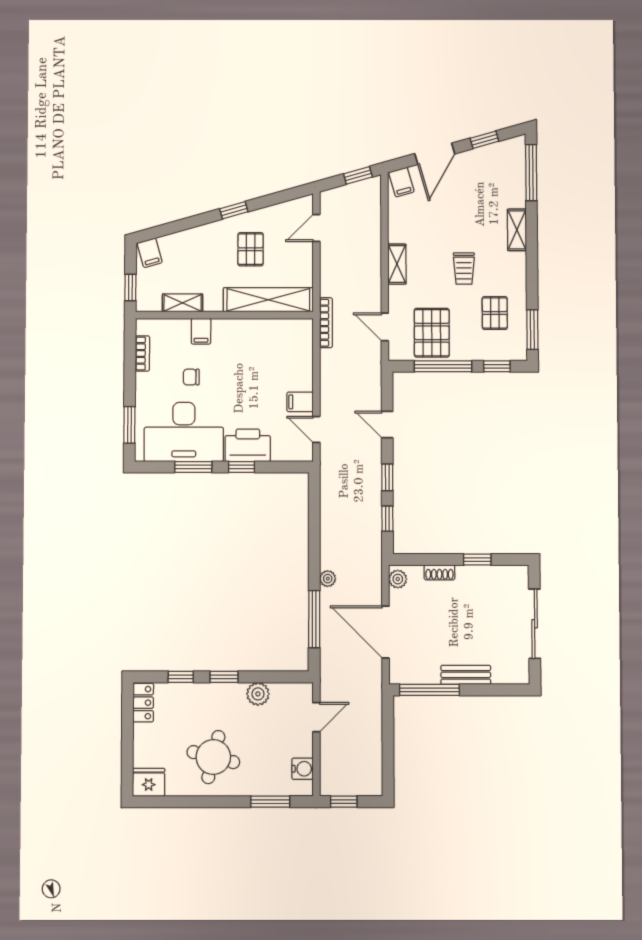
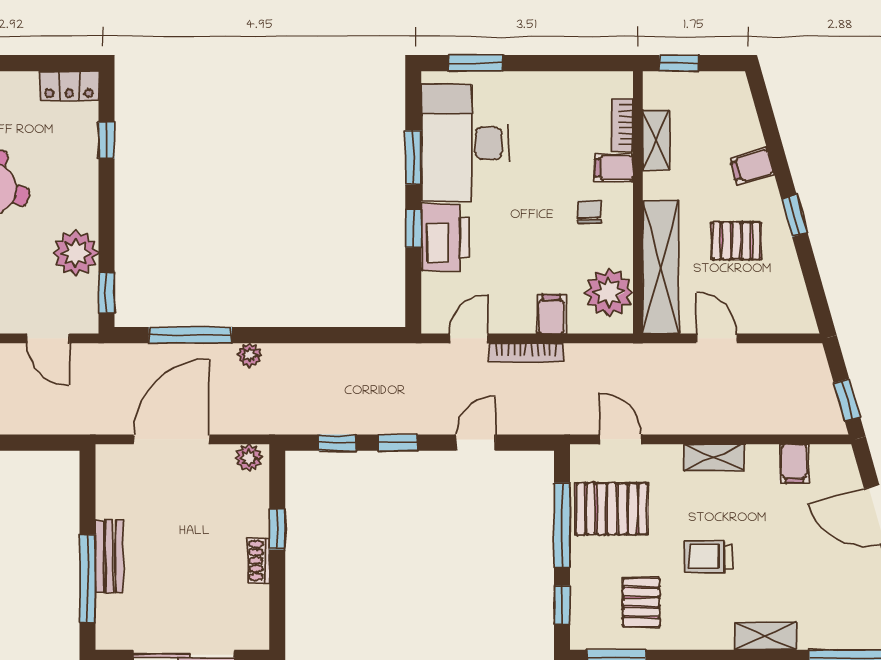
filing cabinet: (401, 182) -> (794, 464), moved, turned -74
door: (316, 228) -> (717, 338), moved
filing cabinet: (150, 253) -> (752, 166), moved
pallet: (495, 313) -> (641, 602), turned 90
bookcase: (326, 323) -> (526, 352), moved
door: (385, 327) -> (620, 439), hinge flipped
plant: (285, 335) -> (609, 292), added
bookcase: (142, 353) -> (623, 125), moved, turned 90
chair: (191, 377) -> (589, 212), moved
filing cabinet: (300, 402) -> (551, 314), moved
window: (477, 560) -> (277, 529), moved
shoe rack: (439, 572) -> (259, 561), moved
window: (224, 677) -> (107, 292), moved
window: (429, 690) -> (88, 579), moved
plant: (258, 694) -> (76, 253), width x1.36, depth x1.36

